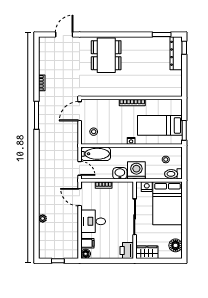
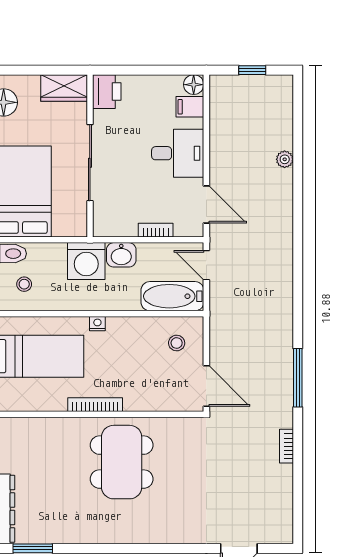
dining table: (106, 55) -> (122, 462), moved
door: (80, 111) -> (206, 386), hinge flipped
nightstand: (147, 187) -> (64, 227), removed

